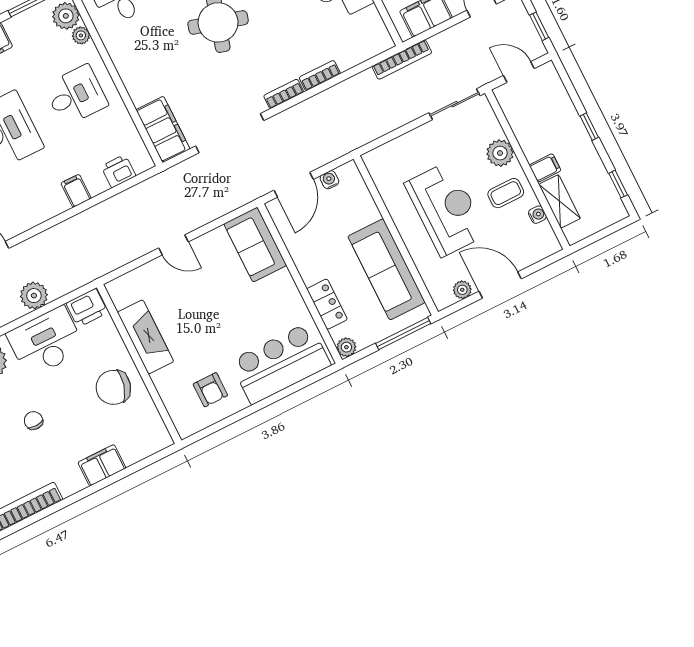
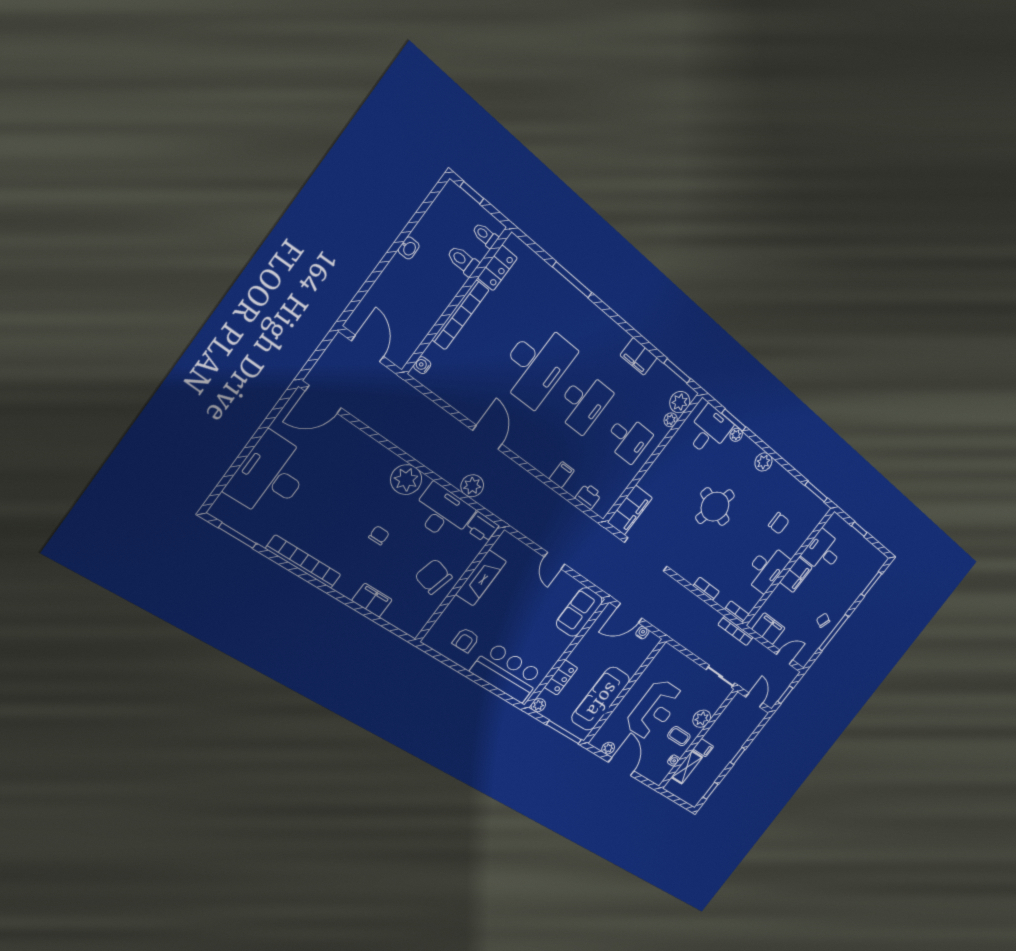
bookcase: (284, 94) -> (737, 612), moved

